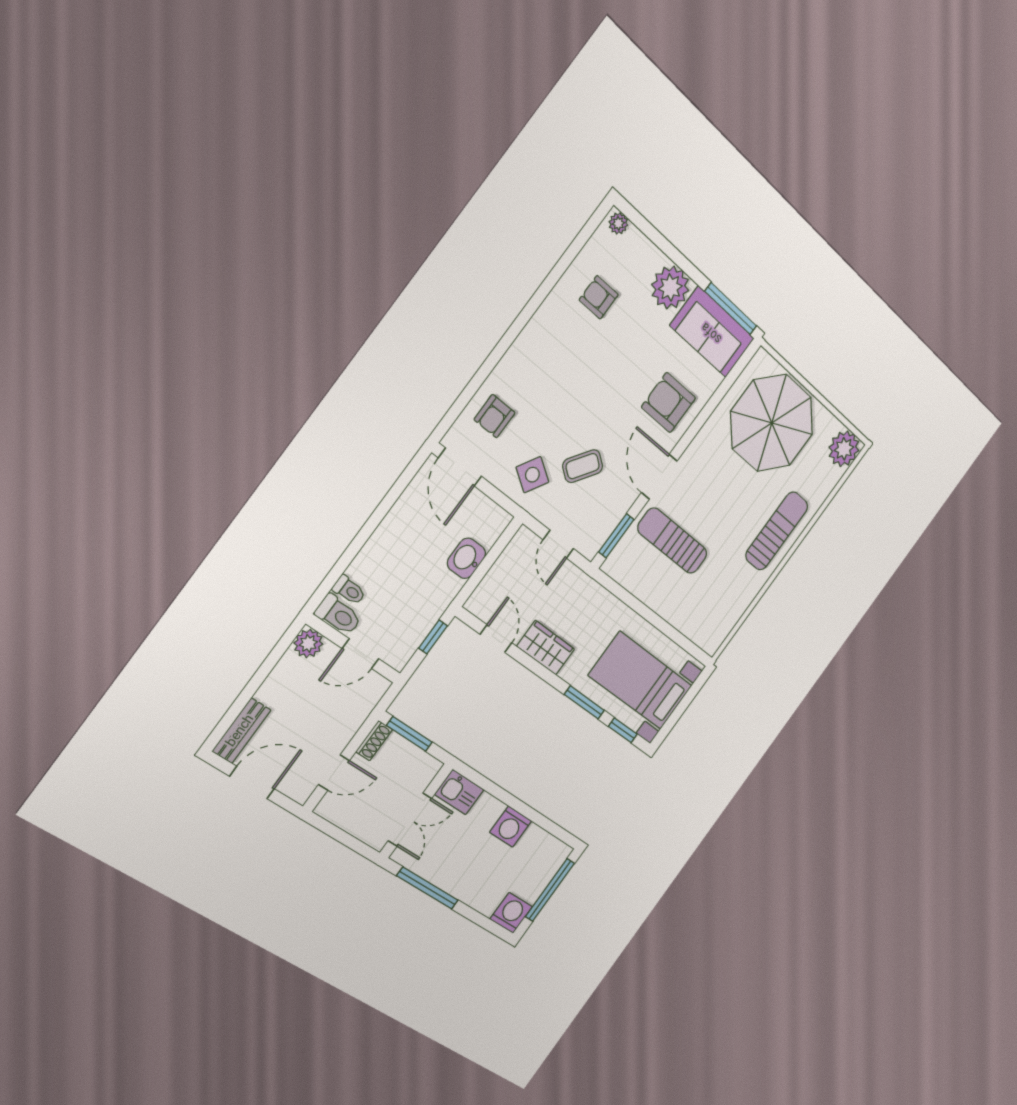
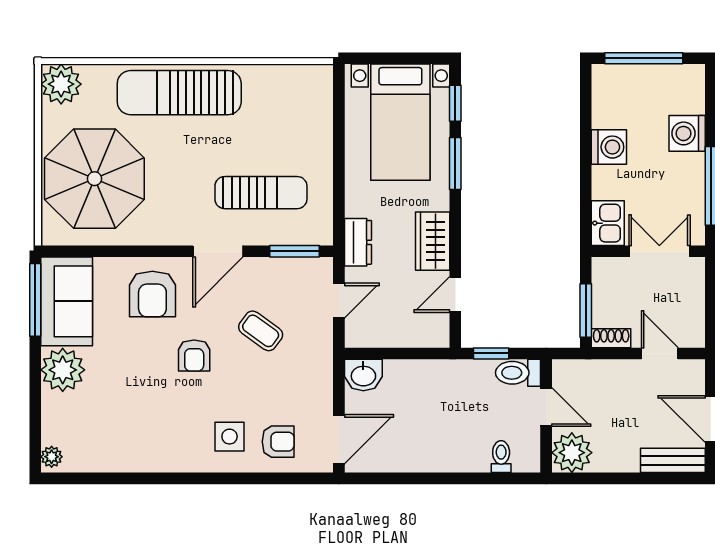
armchair: (599, 297) -> (194, 356), moved
side table: (532, 475) -> (230, 437), moved, turned -32
sun lounger: (777, 531) -> (179, 93), width x1.36, depth x1.34
sun lounger: (672, 541) -> (261, 193), turned -90
washbasin: (466, 558) -> (363, 375), moved
dresser: (587, 589) -> (358, 242), added
toilet: (338, 615) -> (518, 373), moved, turned -90
plant: (308, 643) -> (572, 453), width x1.36, depth x1.36
washing machine: (511, 913) -> (687, 133), moved

